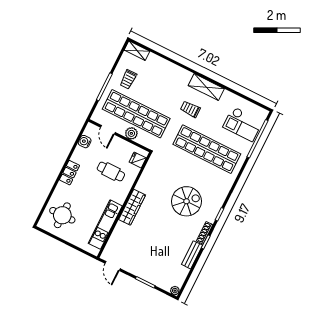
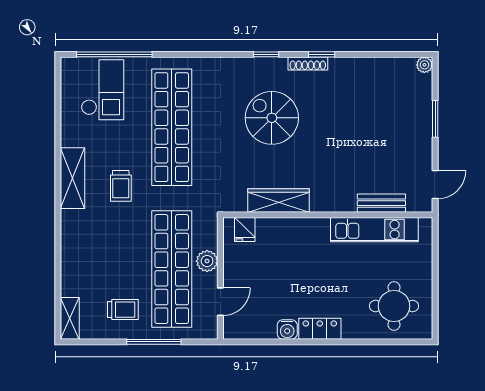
water cooler: (85, 142) -> (287, 329), moved
cafe table: (111, 172) -> (285, 263), removed
wardrobe: (132, 207) -> (279, 200), moved
bench: (192, 255) -> (381, 203), moved

